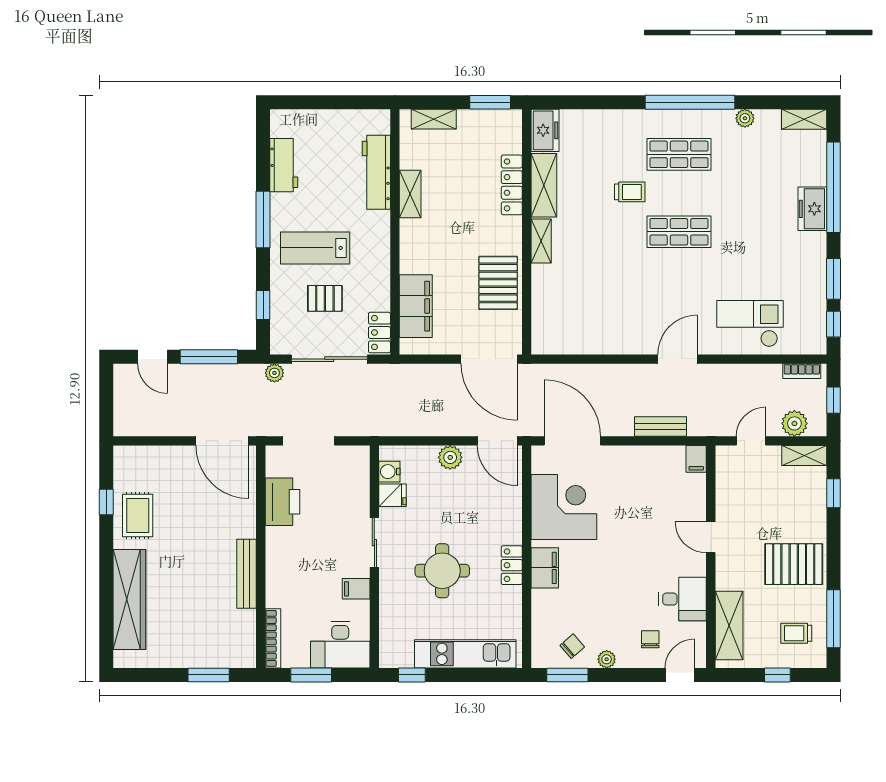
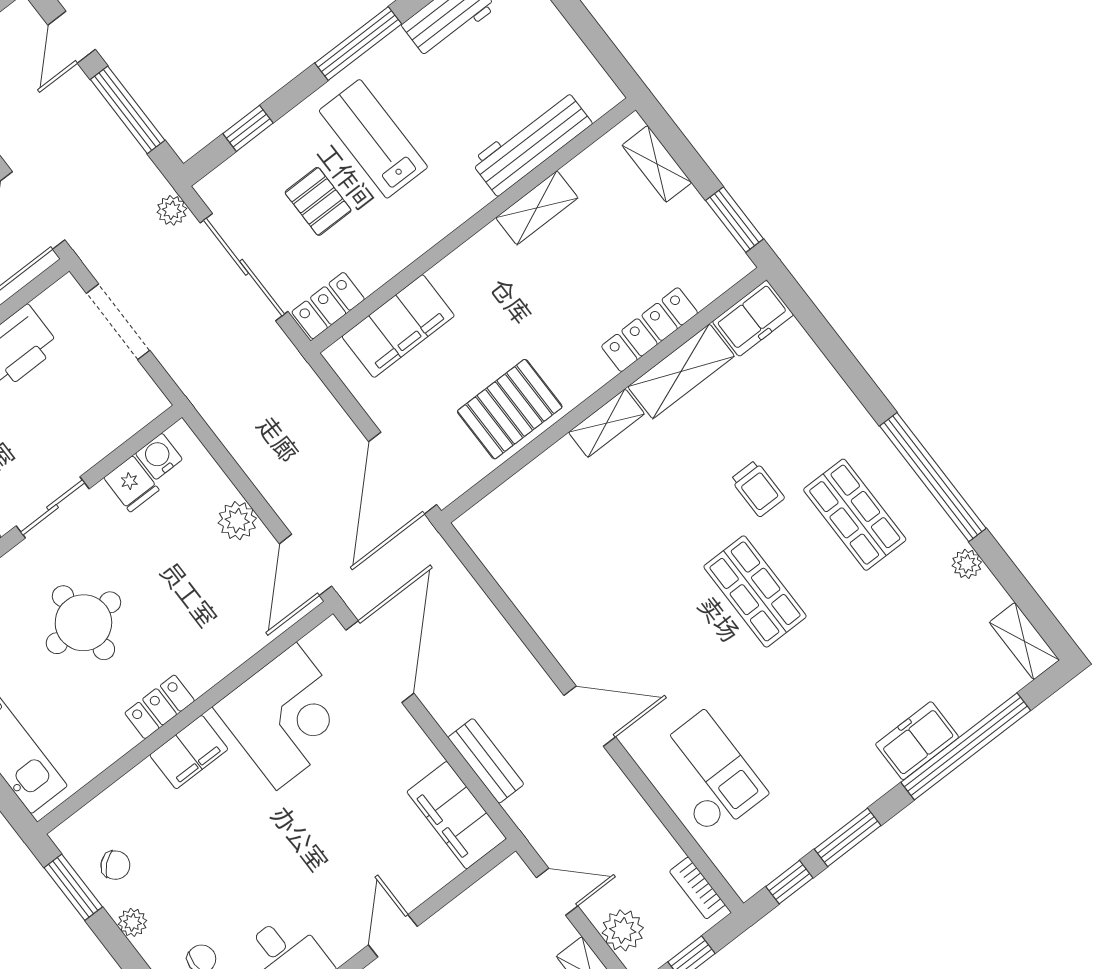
filing cabinet: (696, 459) -> (457, 815), width x3.00, depth x1.17

